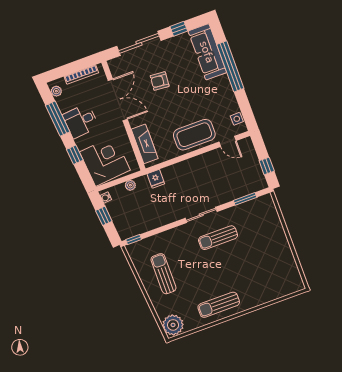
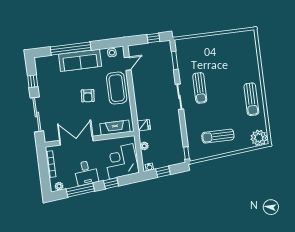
sofa: (207, 52) -> (80, 60), moved
armchair: (160, 81) -> (88, 96), moved

